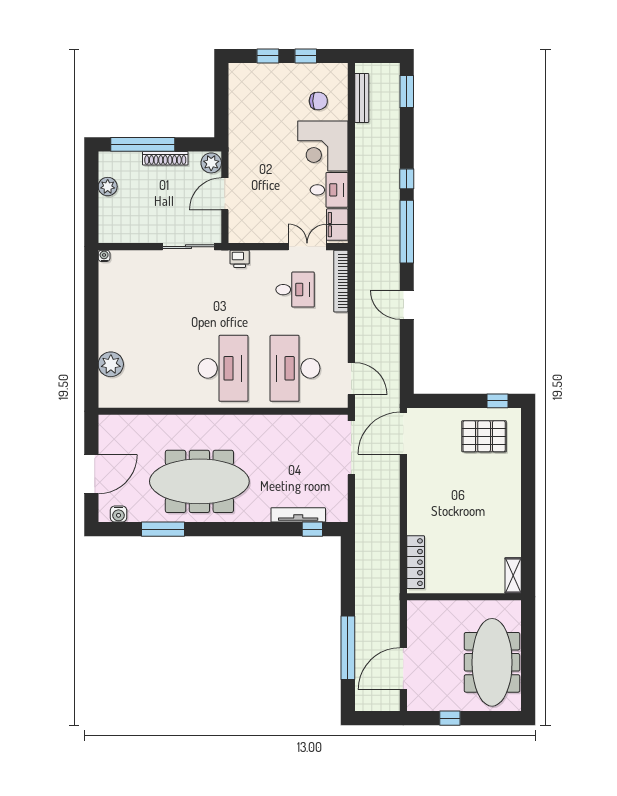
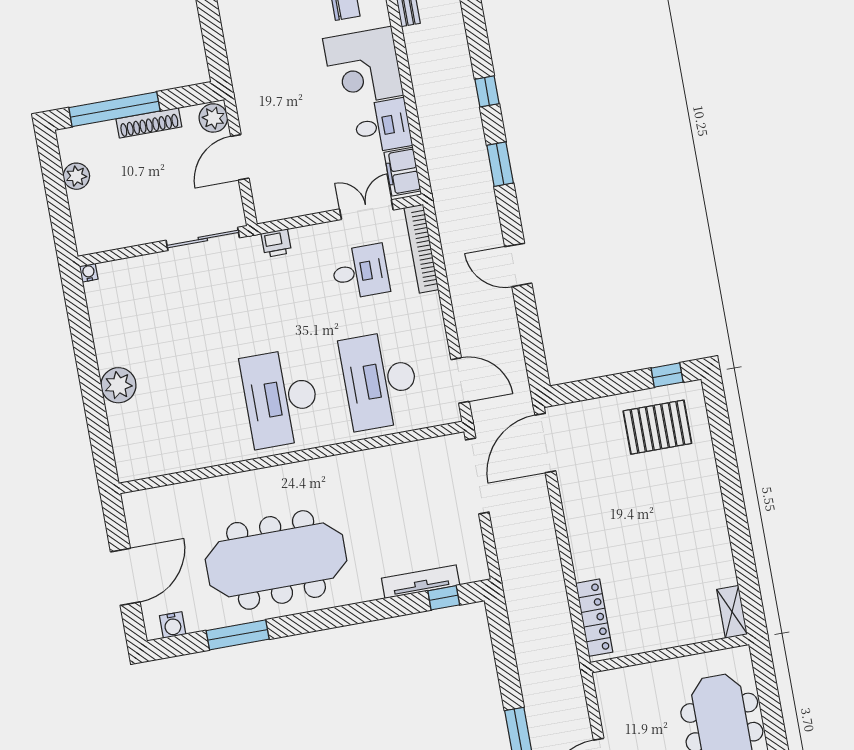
window: (407, 232) -> (500, 164), width x0.47
plant: (111, 364) -> (118, 385), moved
desk: (223, 368) -> (281, 398), turned 180

